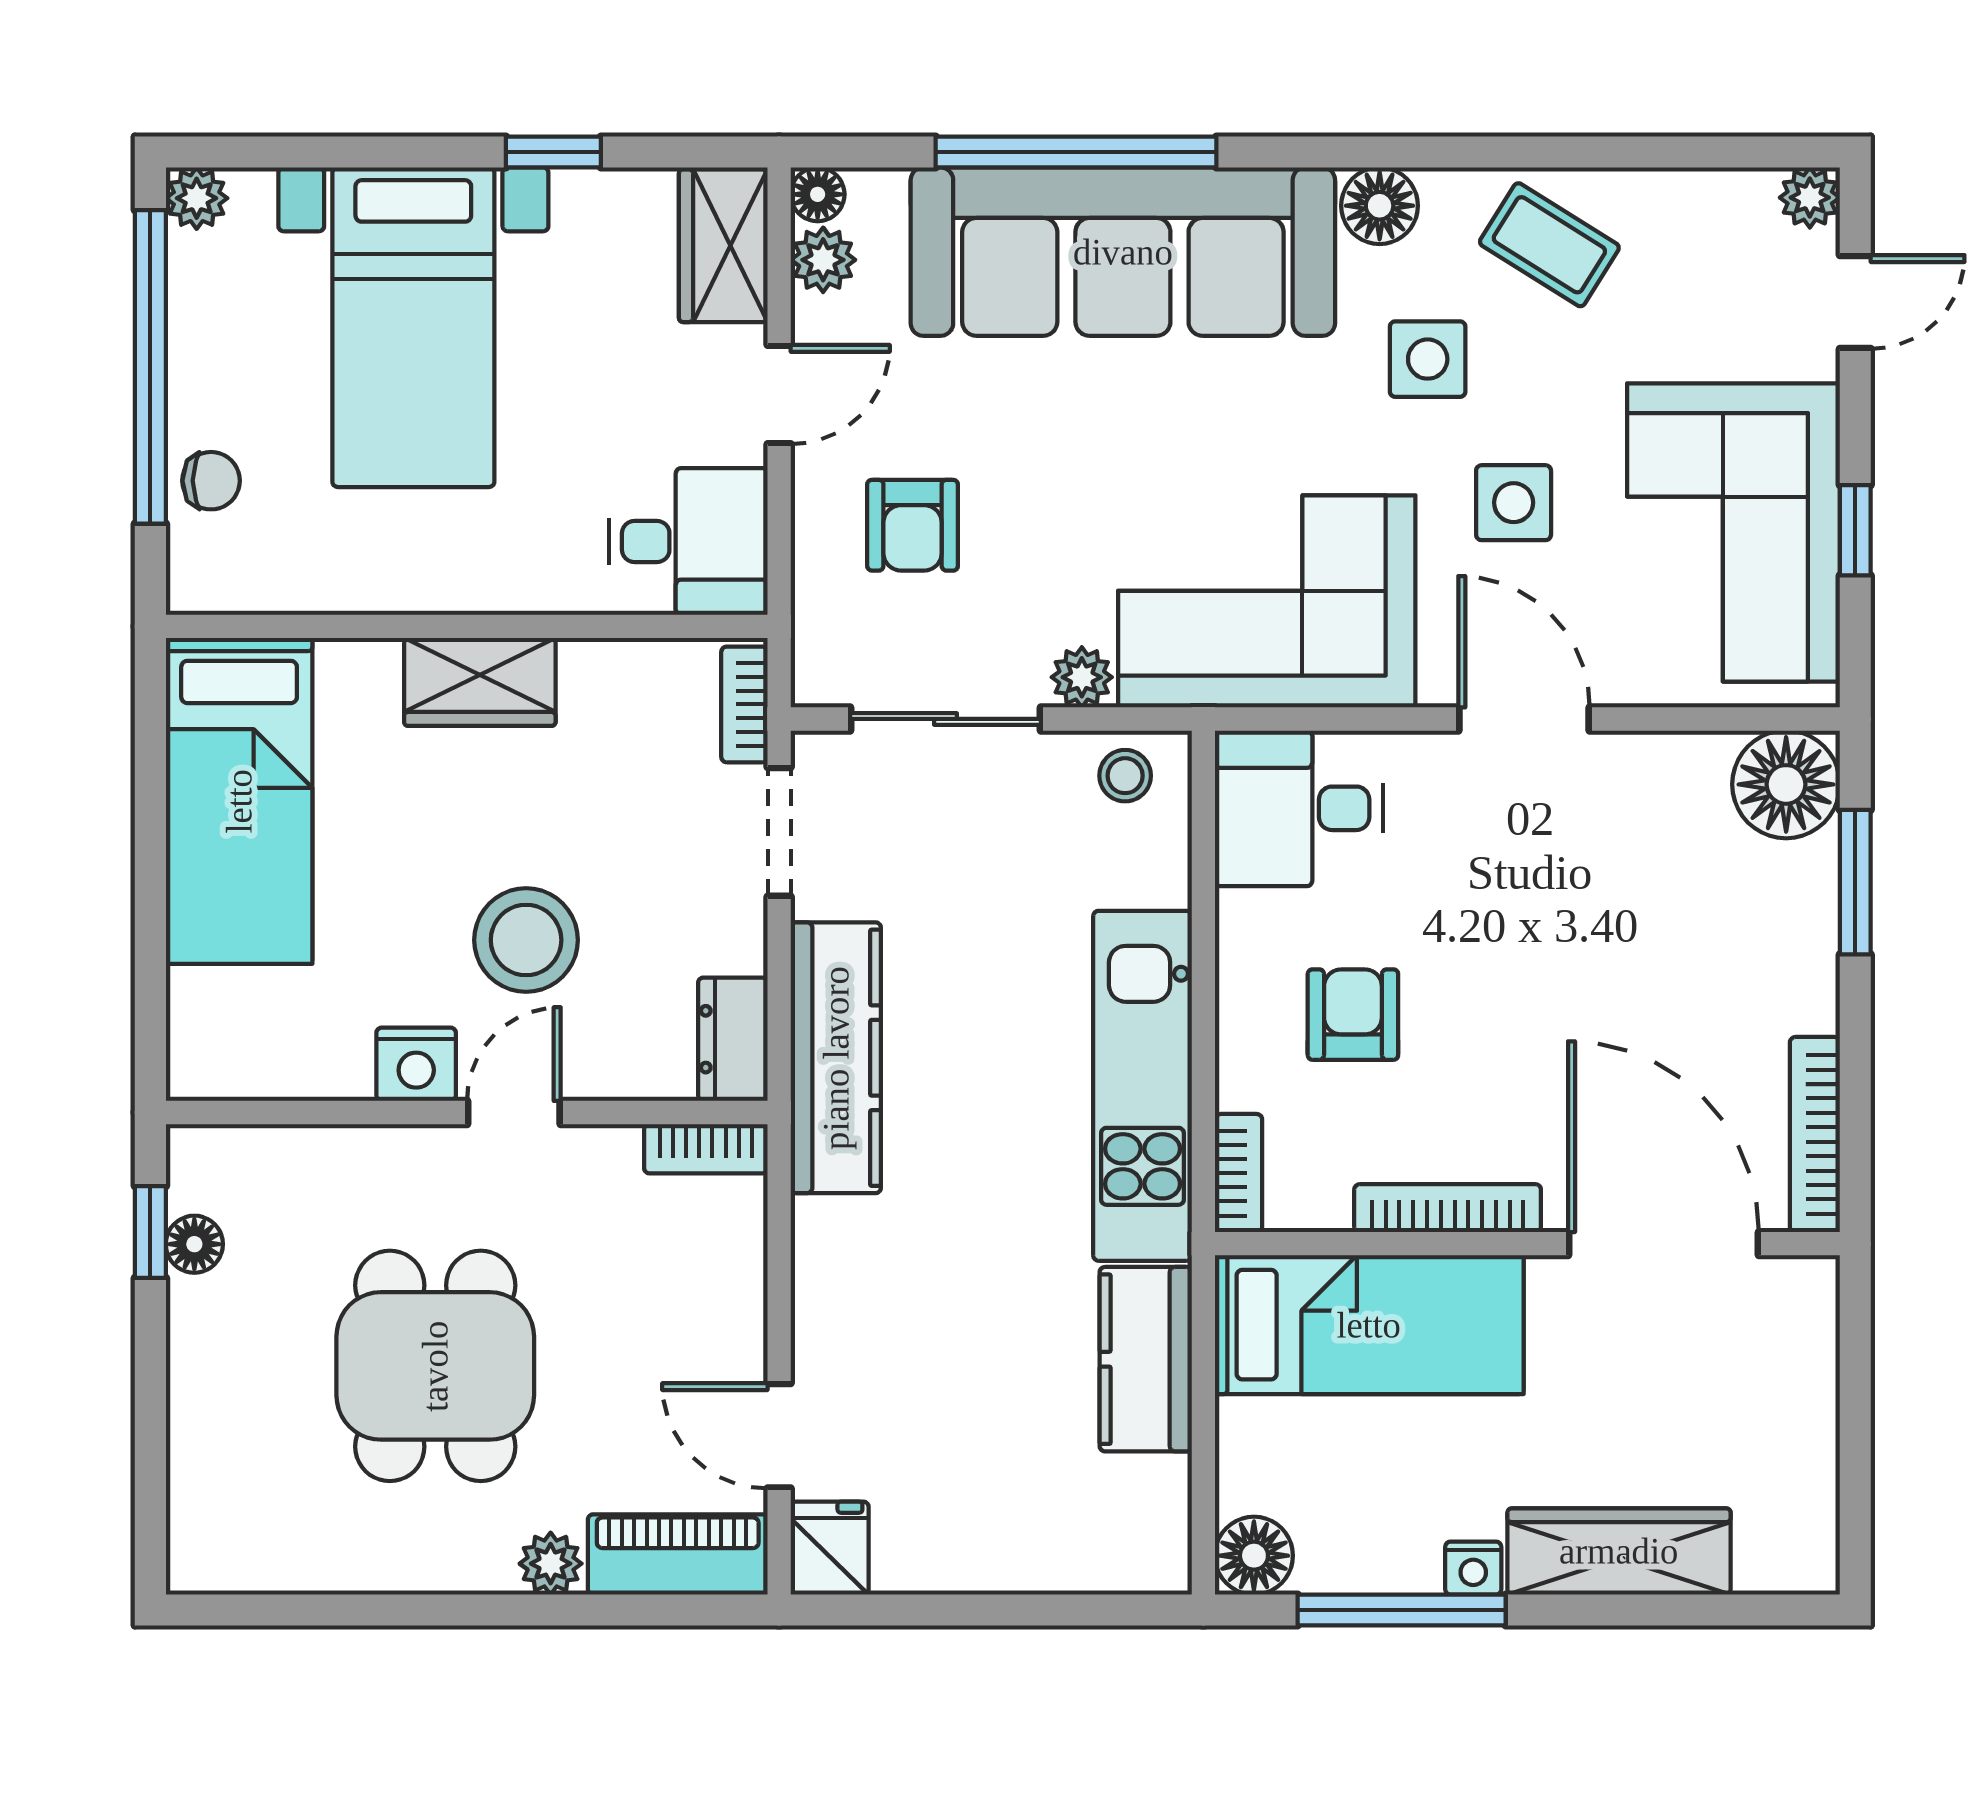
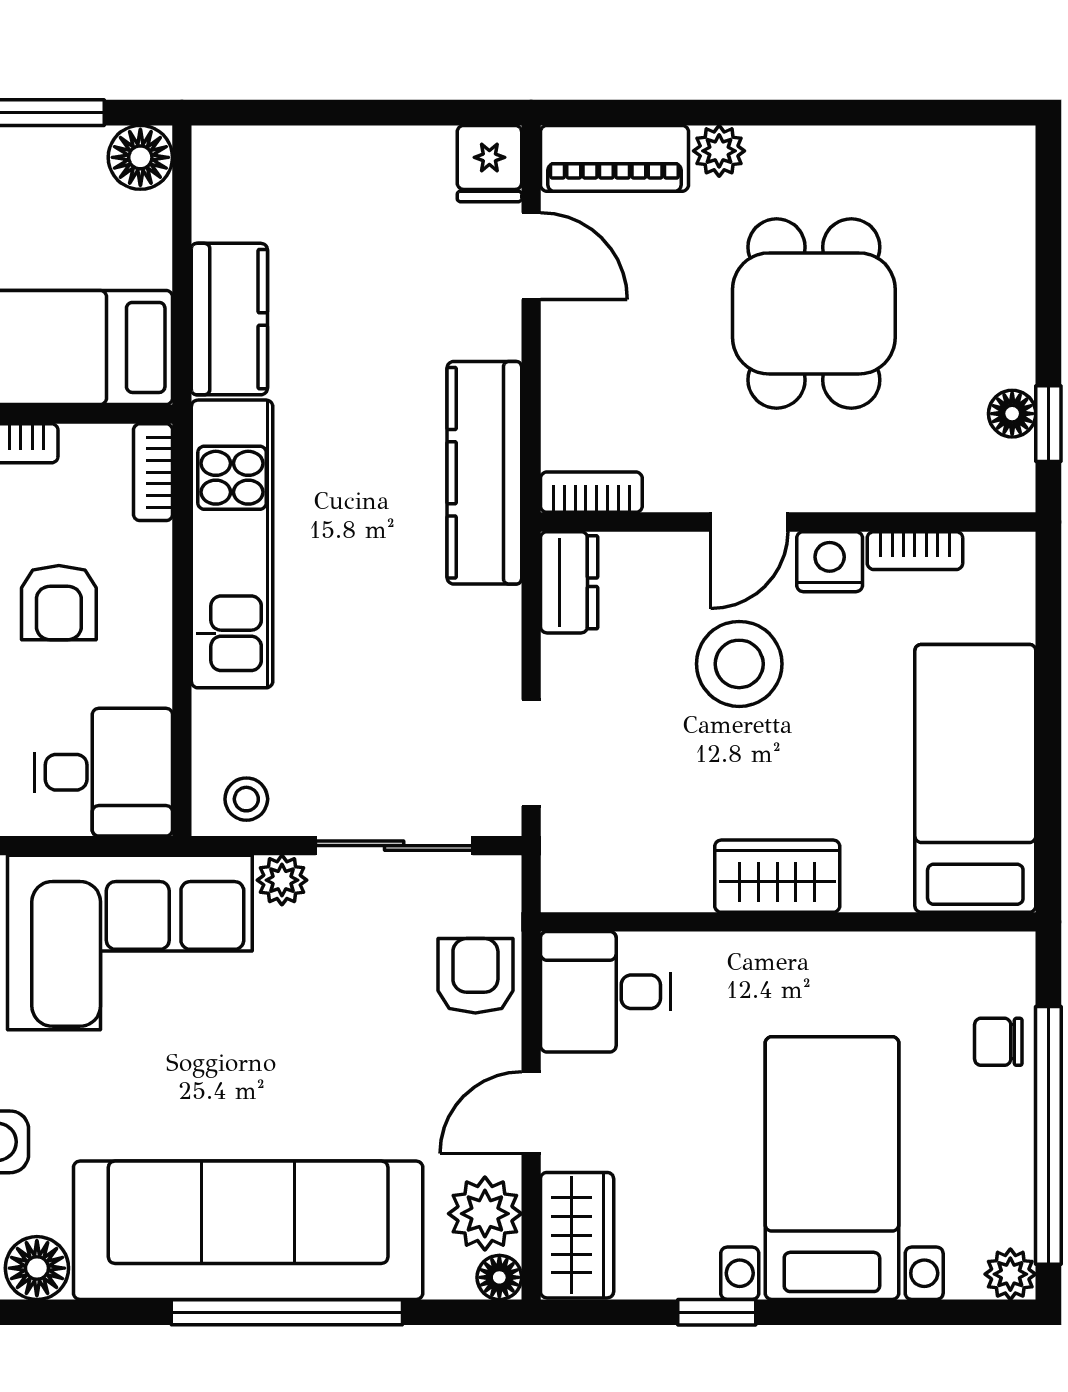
plant: (823, 260) -> (485, 1214), width x1.38, depth x1.38
armchair: (913, 525) -> (475, 976), moved
bookcase: (744, 704) -> (915, 551), moved, turned 90
kitchen counter: (836, 1058) -> (484, 473), moved

